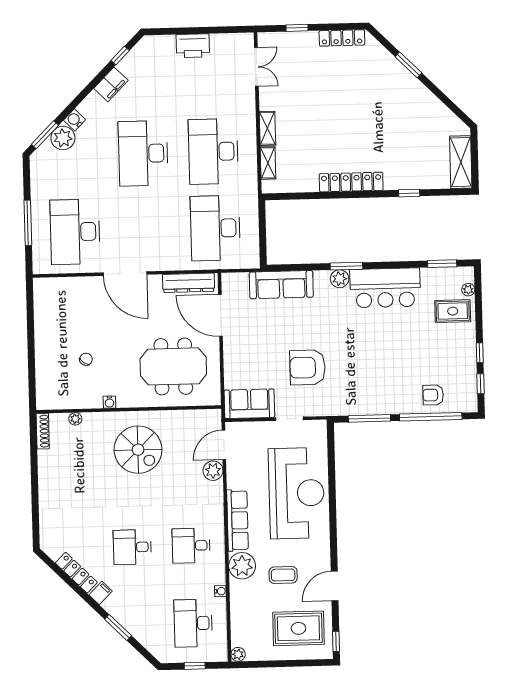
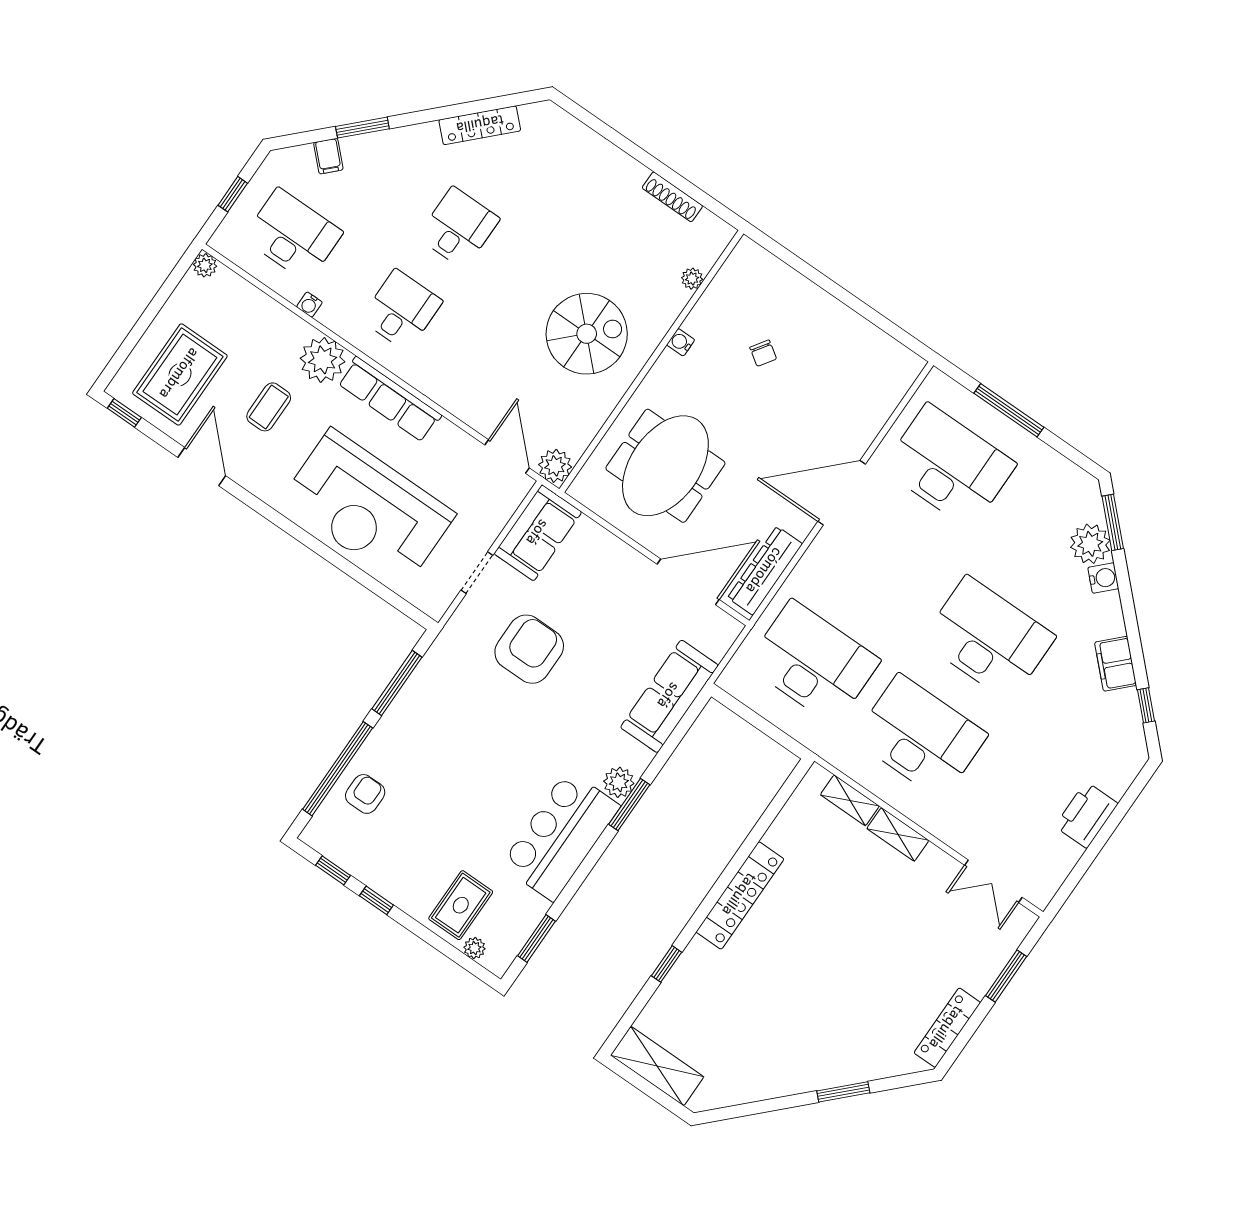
window: (297, 28) -> (1006, 976), width x1.50
shoe rack: (43, 431) -> (672, 197), moved
spiral stairs: (138, 450) -> (587, 334), turned 180
plant: (213, 471) -> (555, 466), moved
filing cabinet: (101, 593) -> (328, 156), moved

